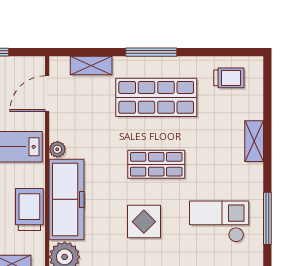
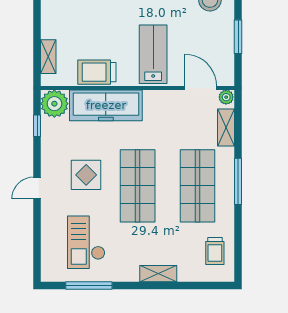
plant: (57, 149) -> (226, 97), moved
shop shelf: (156, 164) -> (138, 186), width x1.43, depth x1.36
trolley: (29, 210) -> (97, 72), turned 180
checkout: (219, 221) -> (86, 242), turned 180

